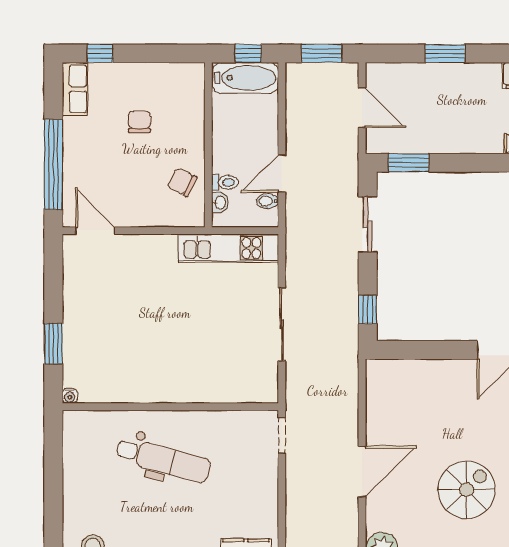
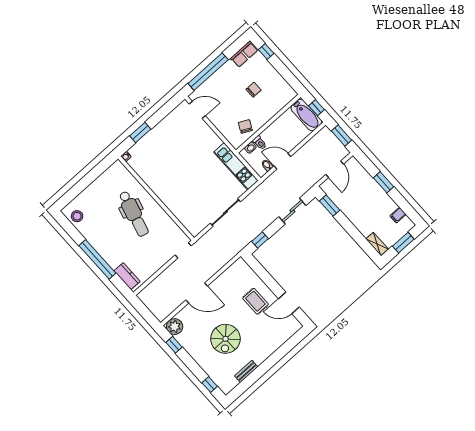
door: (95, 231) -> (197, 110), hinge flipped
rug: (451, 397) -> (255, 301), added
spiral stairs: (467, 490) -> (225, 339), turned 90

